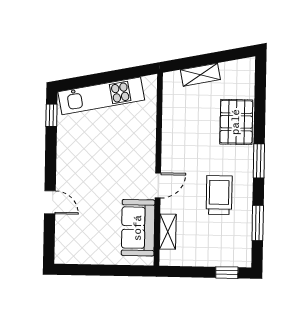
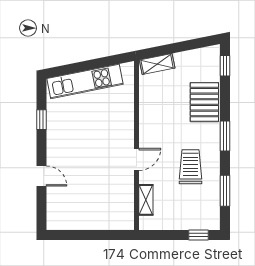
shelving: (200, 75) -> (157, 64), moved
window: (260, 81) -> (225, 66), added
window: (51, 115) -> (42, 120), moved
sofa: (138, 228) -> (120, 197), removed

